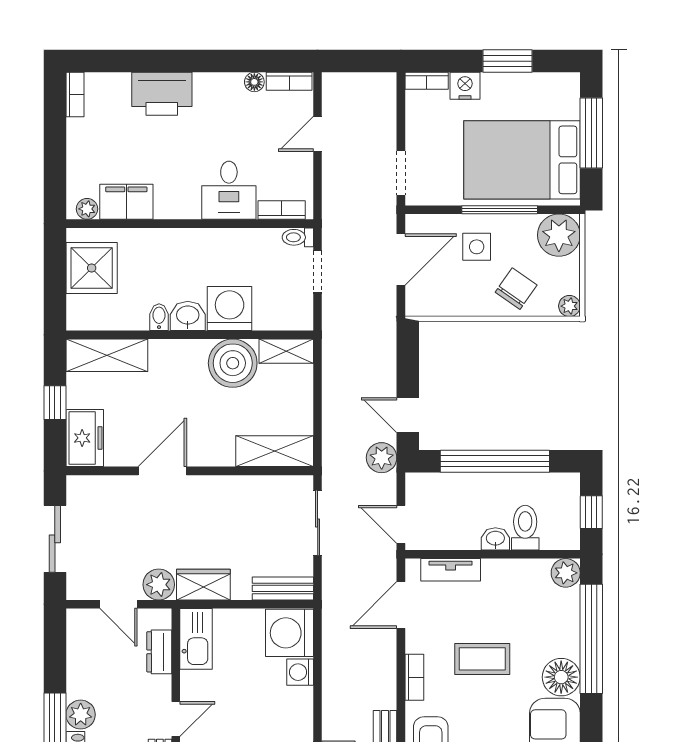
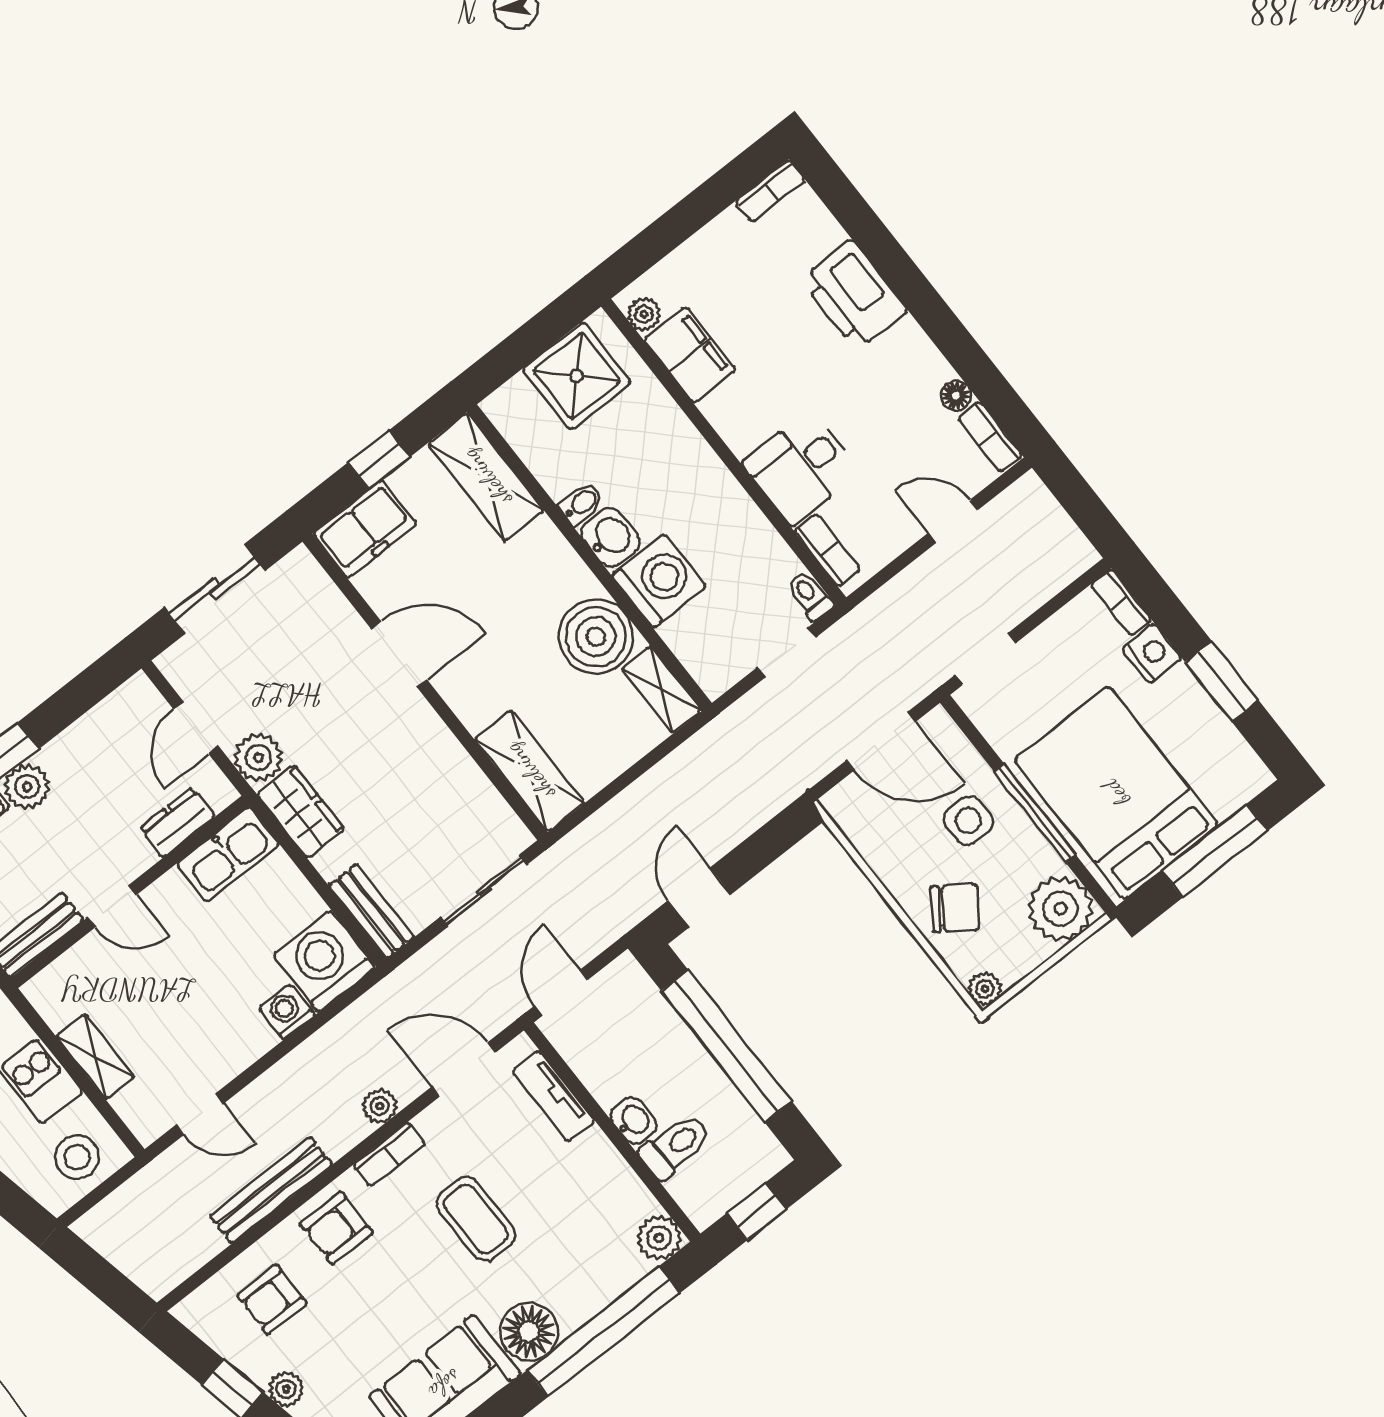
plant: (382, 458) -> (380, 1106), moved, width x0.73, depth x0.73

